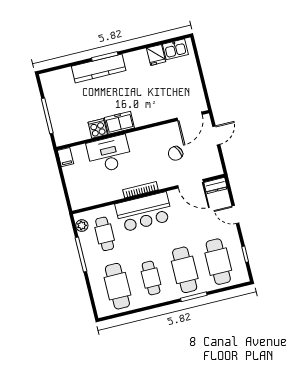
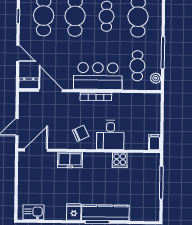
fridge: (156, 55) -> (74, 212), moved
freezer: (119, 123) -> (70, 160), moved
chair: (175, 153) -> (81, 133), moved
desk: (109, 154) -> (110, 135), width x0.73

